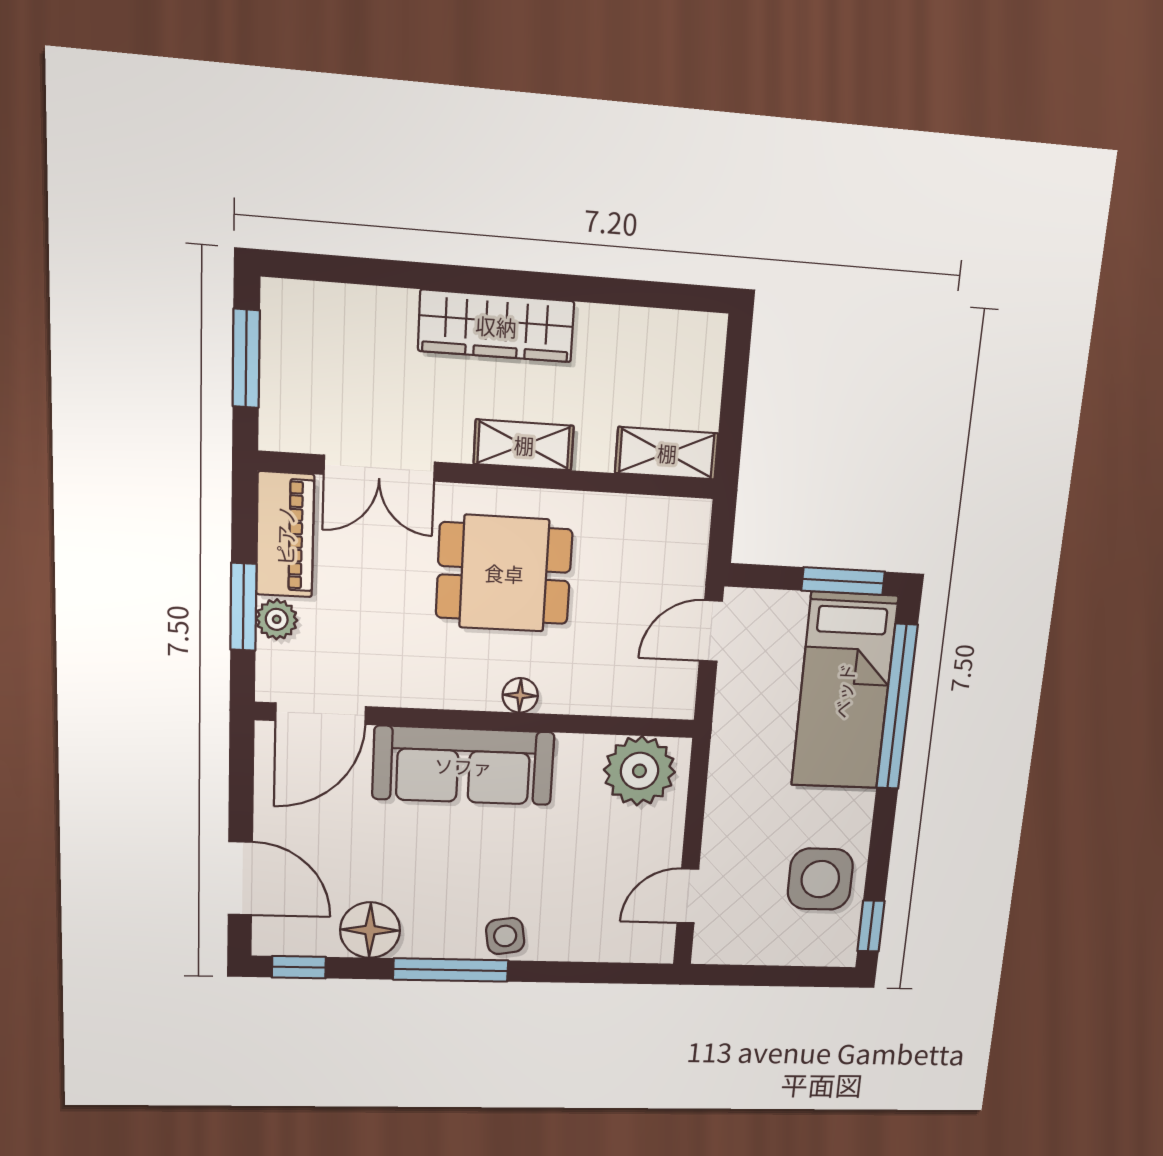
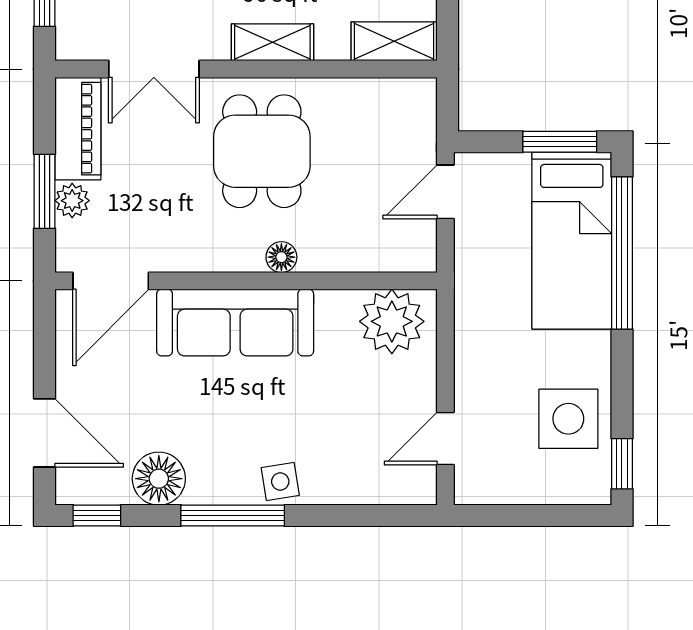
dining table: (504, 573) -> (262, 151), turned 90

